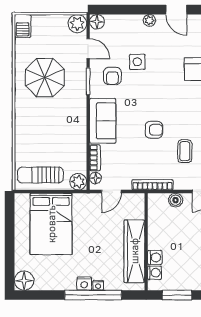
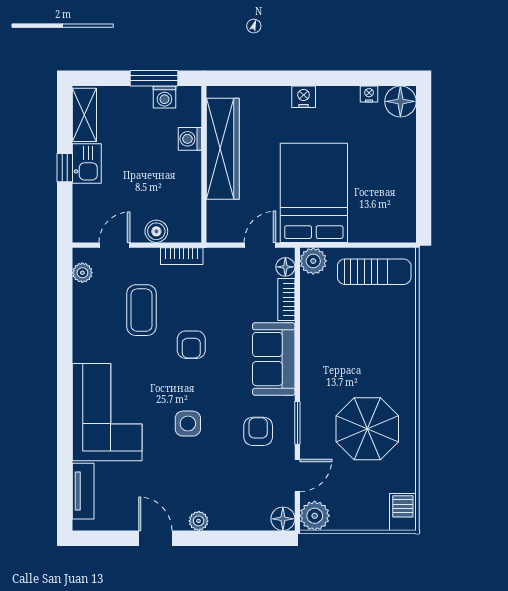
door: (88, 49) -> (297, 475), swing flipped
side table: (137, 62) -> (188, 424), moved
armchair: (154, 130) -> (191, 345), turned -90
coffee table: (185, 151) -> (142, 310), width x1.36, depth x1.30
bookcase: (152, 185) -> (182, 256), width x0.64
bed: (51, 224) -> (314, 193), moved
washing machine: (155, 273) -> (164, 97), moved, turned -90
nightstand: (98, 285) -> (369, 94), moved
window: (93, 295) -> (289, 78), removed

